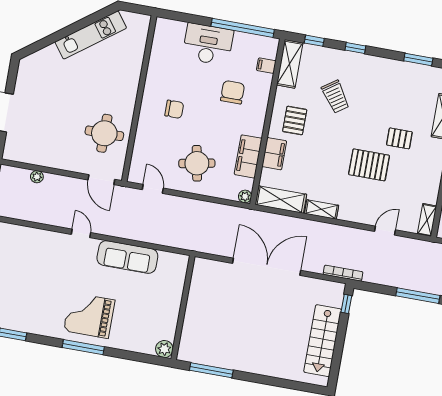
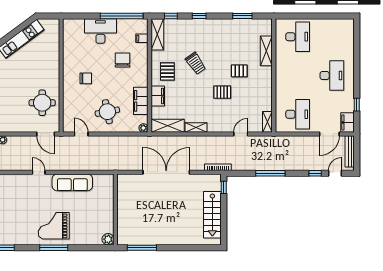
trolley: (335, 97) -> (196, 63), moved
pallet: (369, 165) -> (222, 92), width x0.67, depth x0.71

